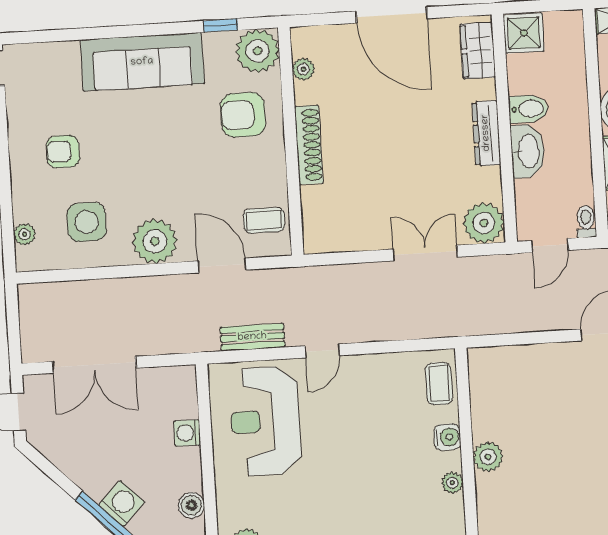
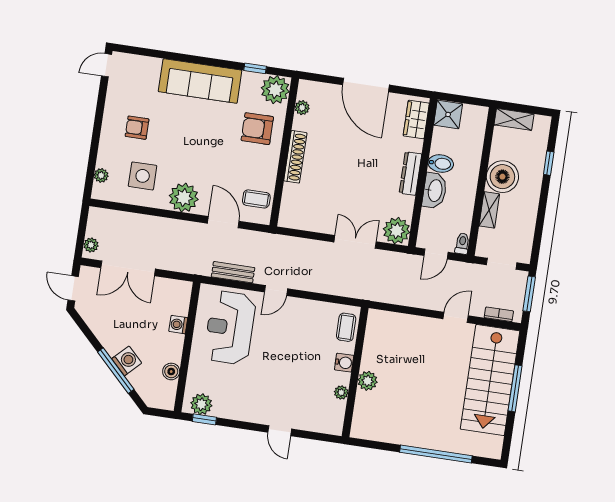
plant: (31, 342) -> (91, 245), added

